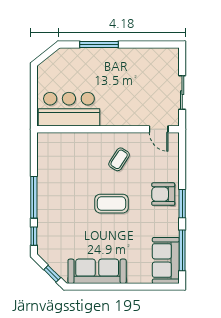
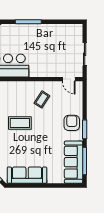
armchair: (163, 194) -> (72, 123), turned 90
coffee table: (111, 204) -> (20, 123), moved
sofa: (166, 260) -> (74, 162), width x1.36

